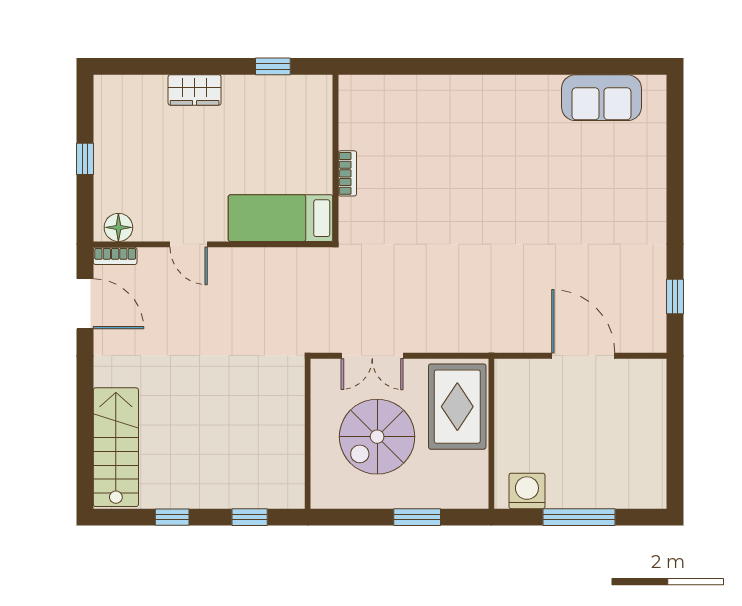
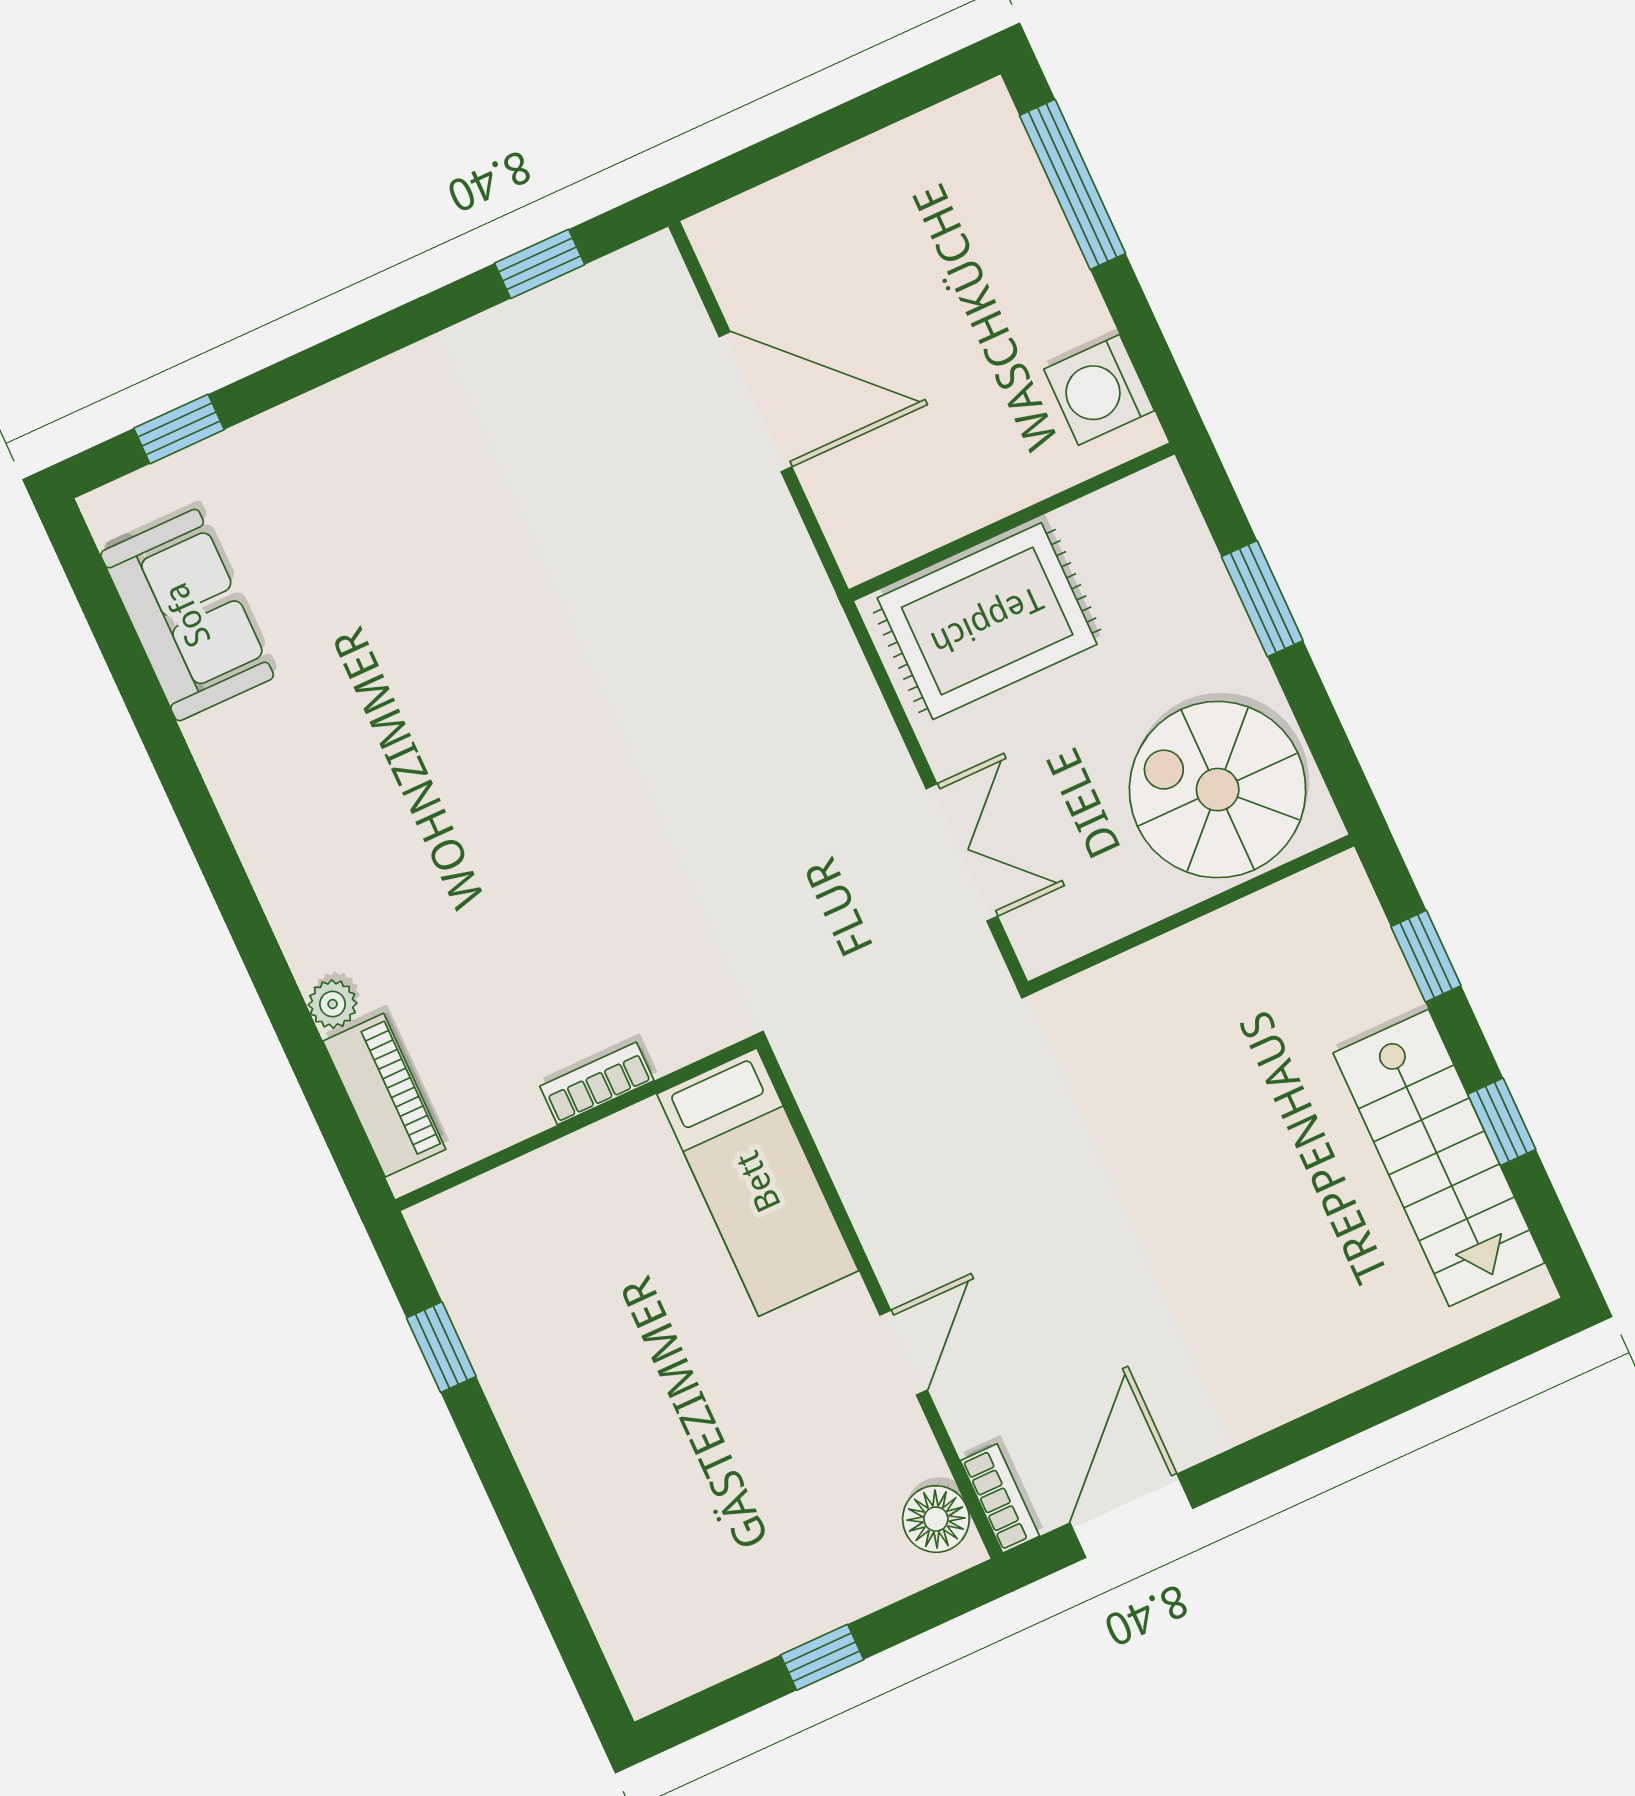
plant: (425, 85) -> (333, 1004), added
piano: (380, 89) -> (384, 1095), added
wardrobe: (195, 90) -> (568, 1491), removed
window: (675, 128) -> (179, 429), added
door: (583, 356) -> (756, 402), swing flipped
spiral stairs: (377, 437) -> (1218, 790), moved, turned 180
stairs: (116, 447) -> (1439, 1158), moved, turned -90
window: (579, 517) -> (1073, 184), moved

